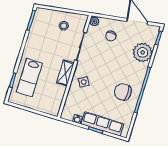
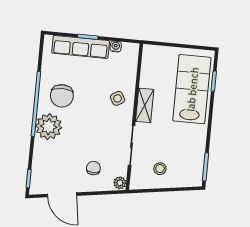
plant: (143, 52) -> (49, 127), moved
lab bench: (29, 78) -> (192, 89), width x1.36, depth x1.39
chair: (123, 92) -> (62, 96), turned 89

